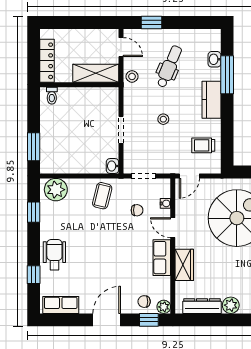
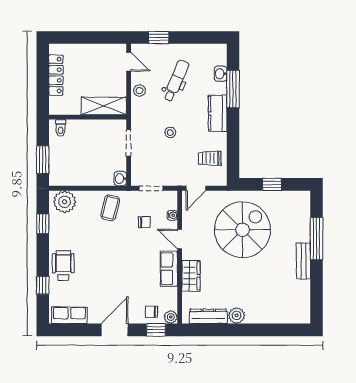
shelving: (96, 73) -> (104, 106), moved
wall: (79, 85) -> (88, 117), moved
toilet: (52, 96) -> (61, 128), moved

